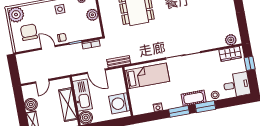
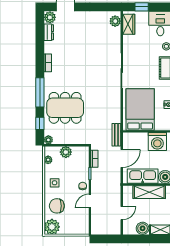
chair: (29, 32) -> (57, 206), moved
bed: (147, 76) -> (140, 109), width x1.50
door: (42, 81) -> (122, 213), hinge flipped

